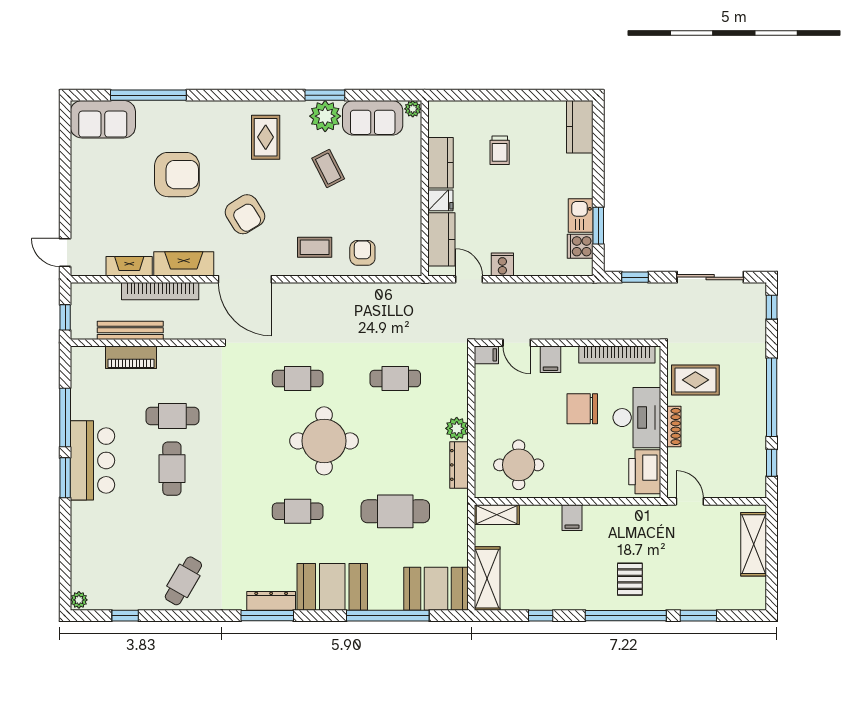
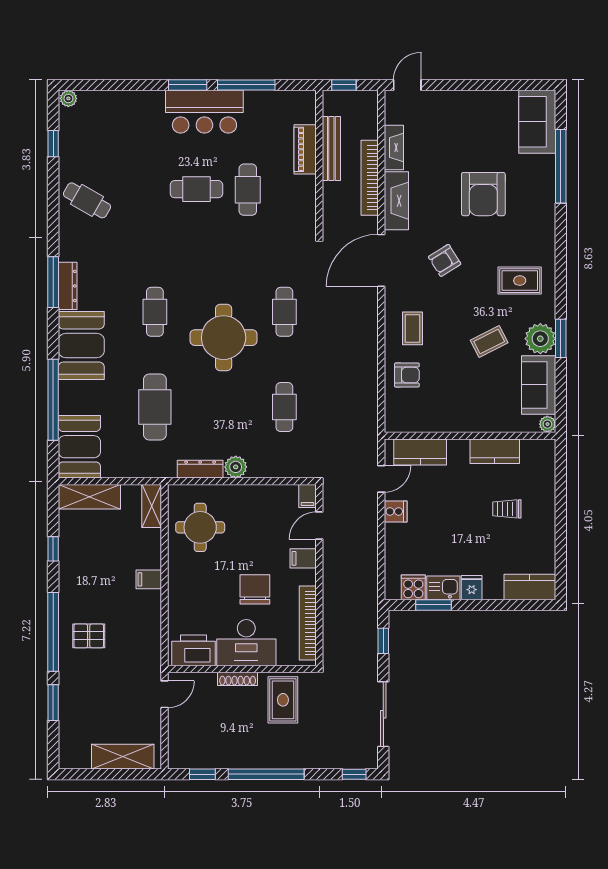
fridge: (440, 200) -> (472, 588), moved, turned 180
armchair: (245, 214) -> (445, 260), width x0.72, depth x0.72

